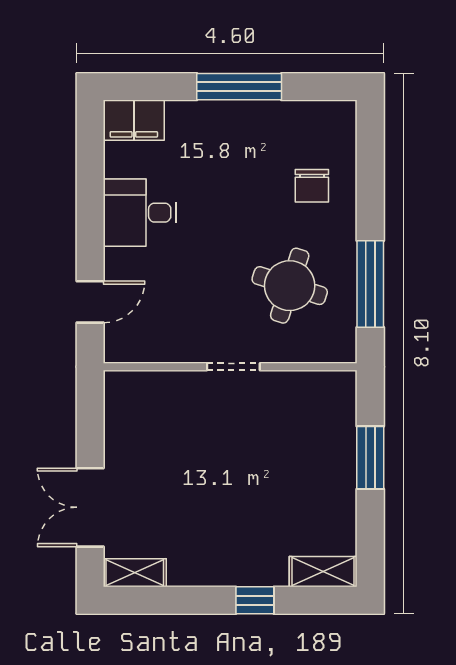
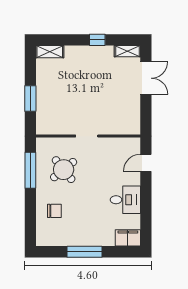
chair: (312, 186) -> (54, 211), turned 90
round table: (290, 286) -> (64, 170), turned 33
window: (255, 600) -> (97, 40), moved

